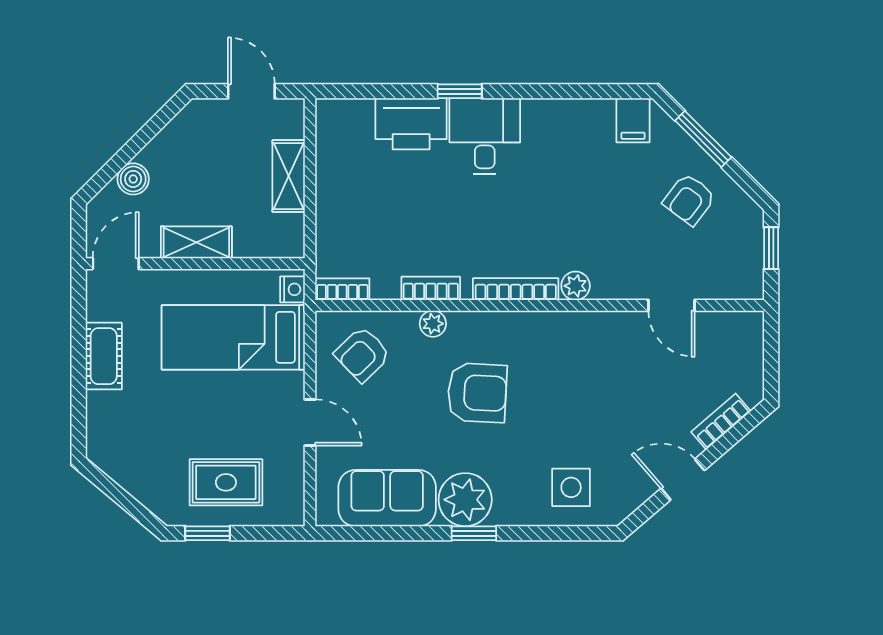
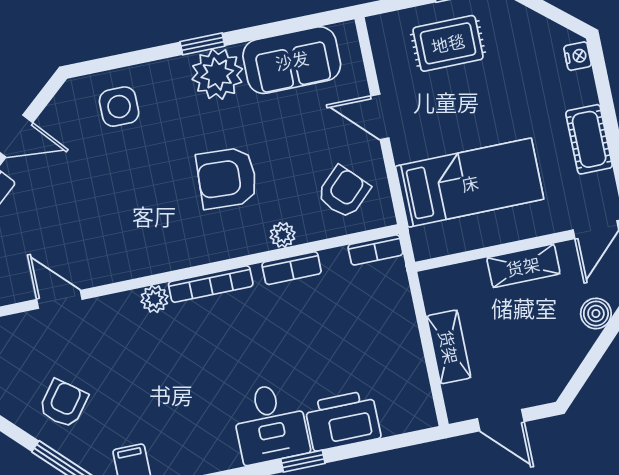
nightstand: (292, 289) -> (578, 56), moved, turned 180

